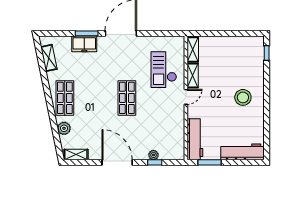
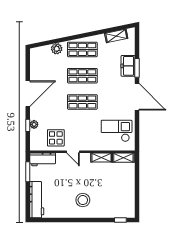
checkout: (164, 70) -> (117, 131), moved
door: (186, 97) -> (73, 152), moved
shop shelf: (96, 98) -> (82, 76), added
display table: (169, 129) -> (56, 138), added
workbench: (195, 139) -> (43, 159), width x0.73
shelving: (76, 155) -> (34, 59), removed

